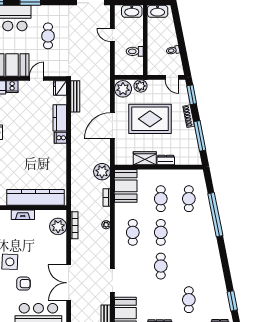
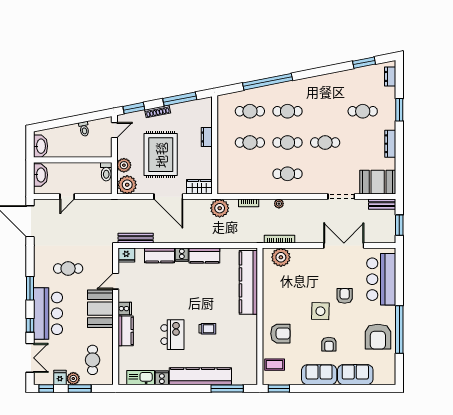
toilet: (135, 51) -> (106, 172), moved
door: (37, 78) -> (116, 281), hinge flipped
kitchen counter: (60, 158) -> (204, 255), added
wardrobe: (145, 158) -> (199, 187), moved, turned 90
booth: (126, 186) -> (236, 182), removed
fireplace: (23, 215) -> (268, 297), removed
cafe table: (189, 232) -> (287, 111), added
double door: (69, 283) -> (344, 245), swing flipped

